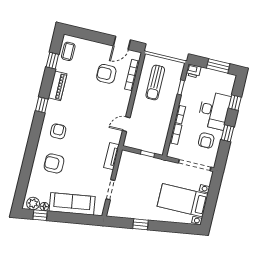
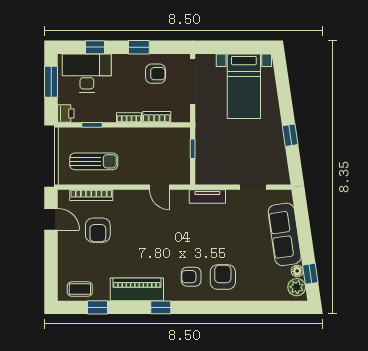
piano: (58, 86) -> (137, 289), width x1.37, depth x1.33
desk: (214, 110) -> (87, 73), moved
armchair: (54, 163) -> (223, 277), moved, turned 180

